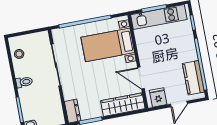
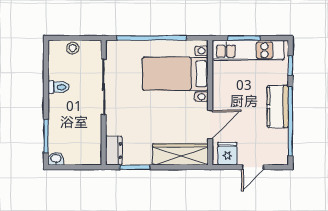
stool: (19, 54) -> (73, 48), moved
door: (141, 78) -> (210, 125), swing flipped
kitchen counter: (193, 78) -> (278, 107), moved
toilet: (24, 82) -> (59, 87), moved

